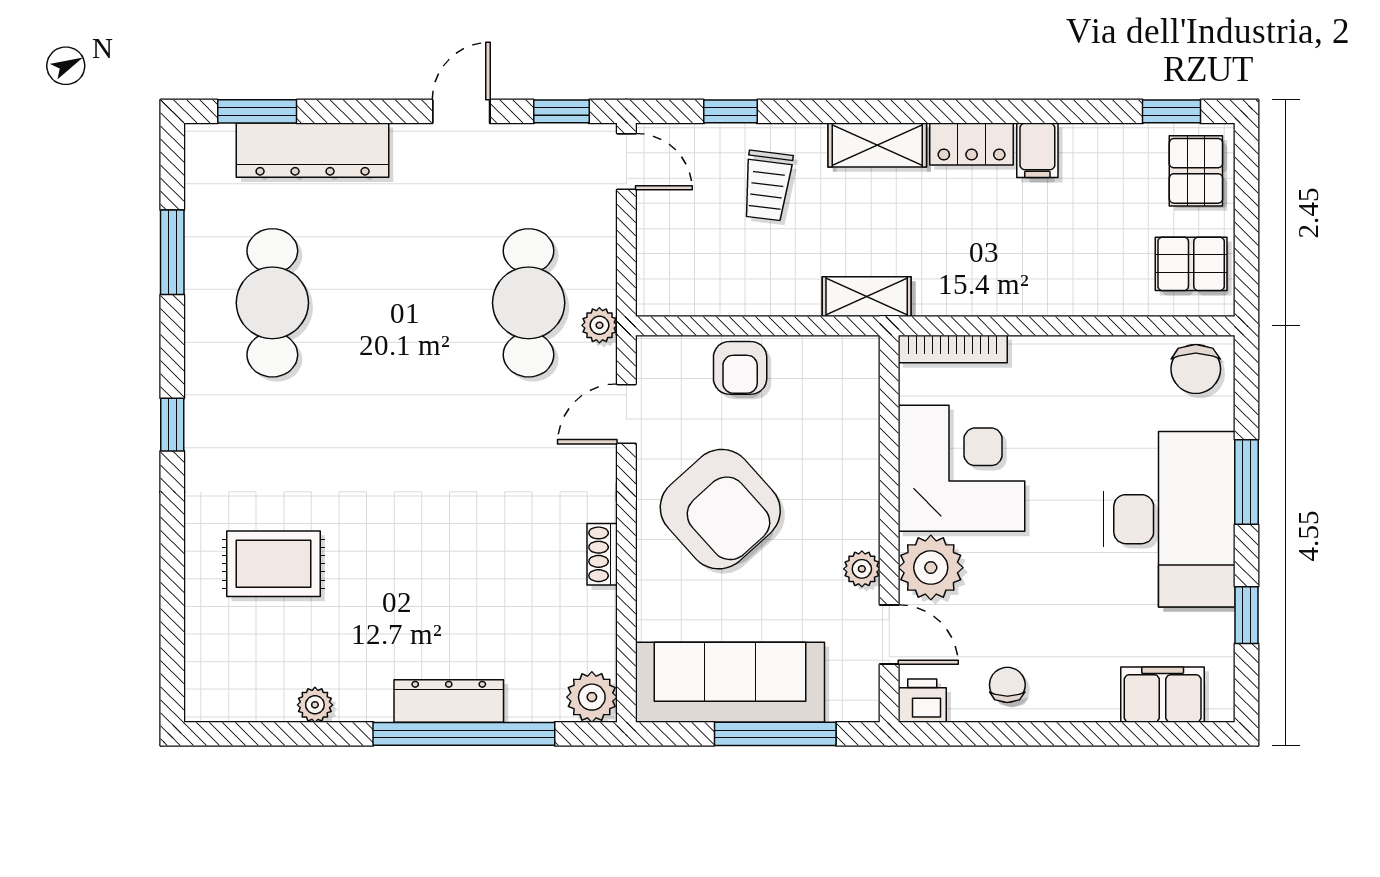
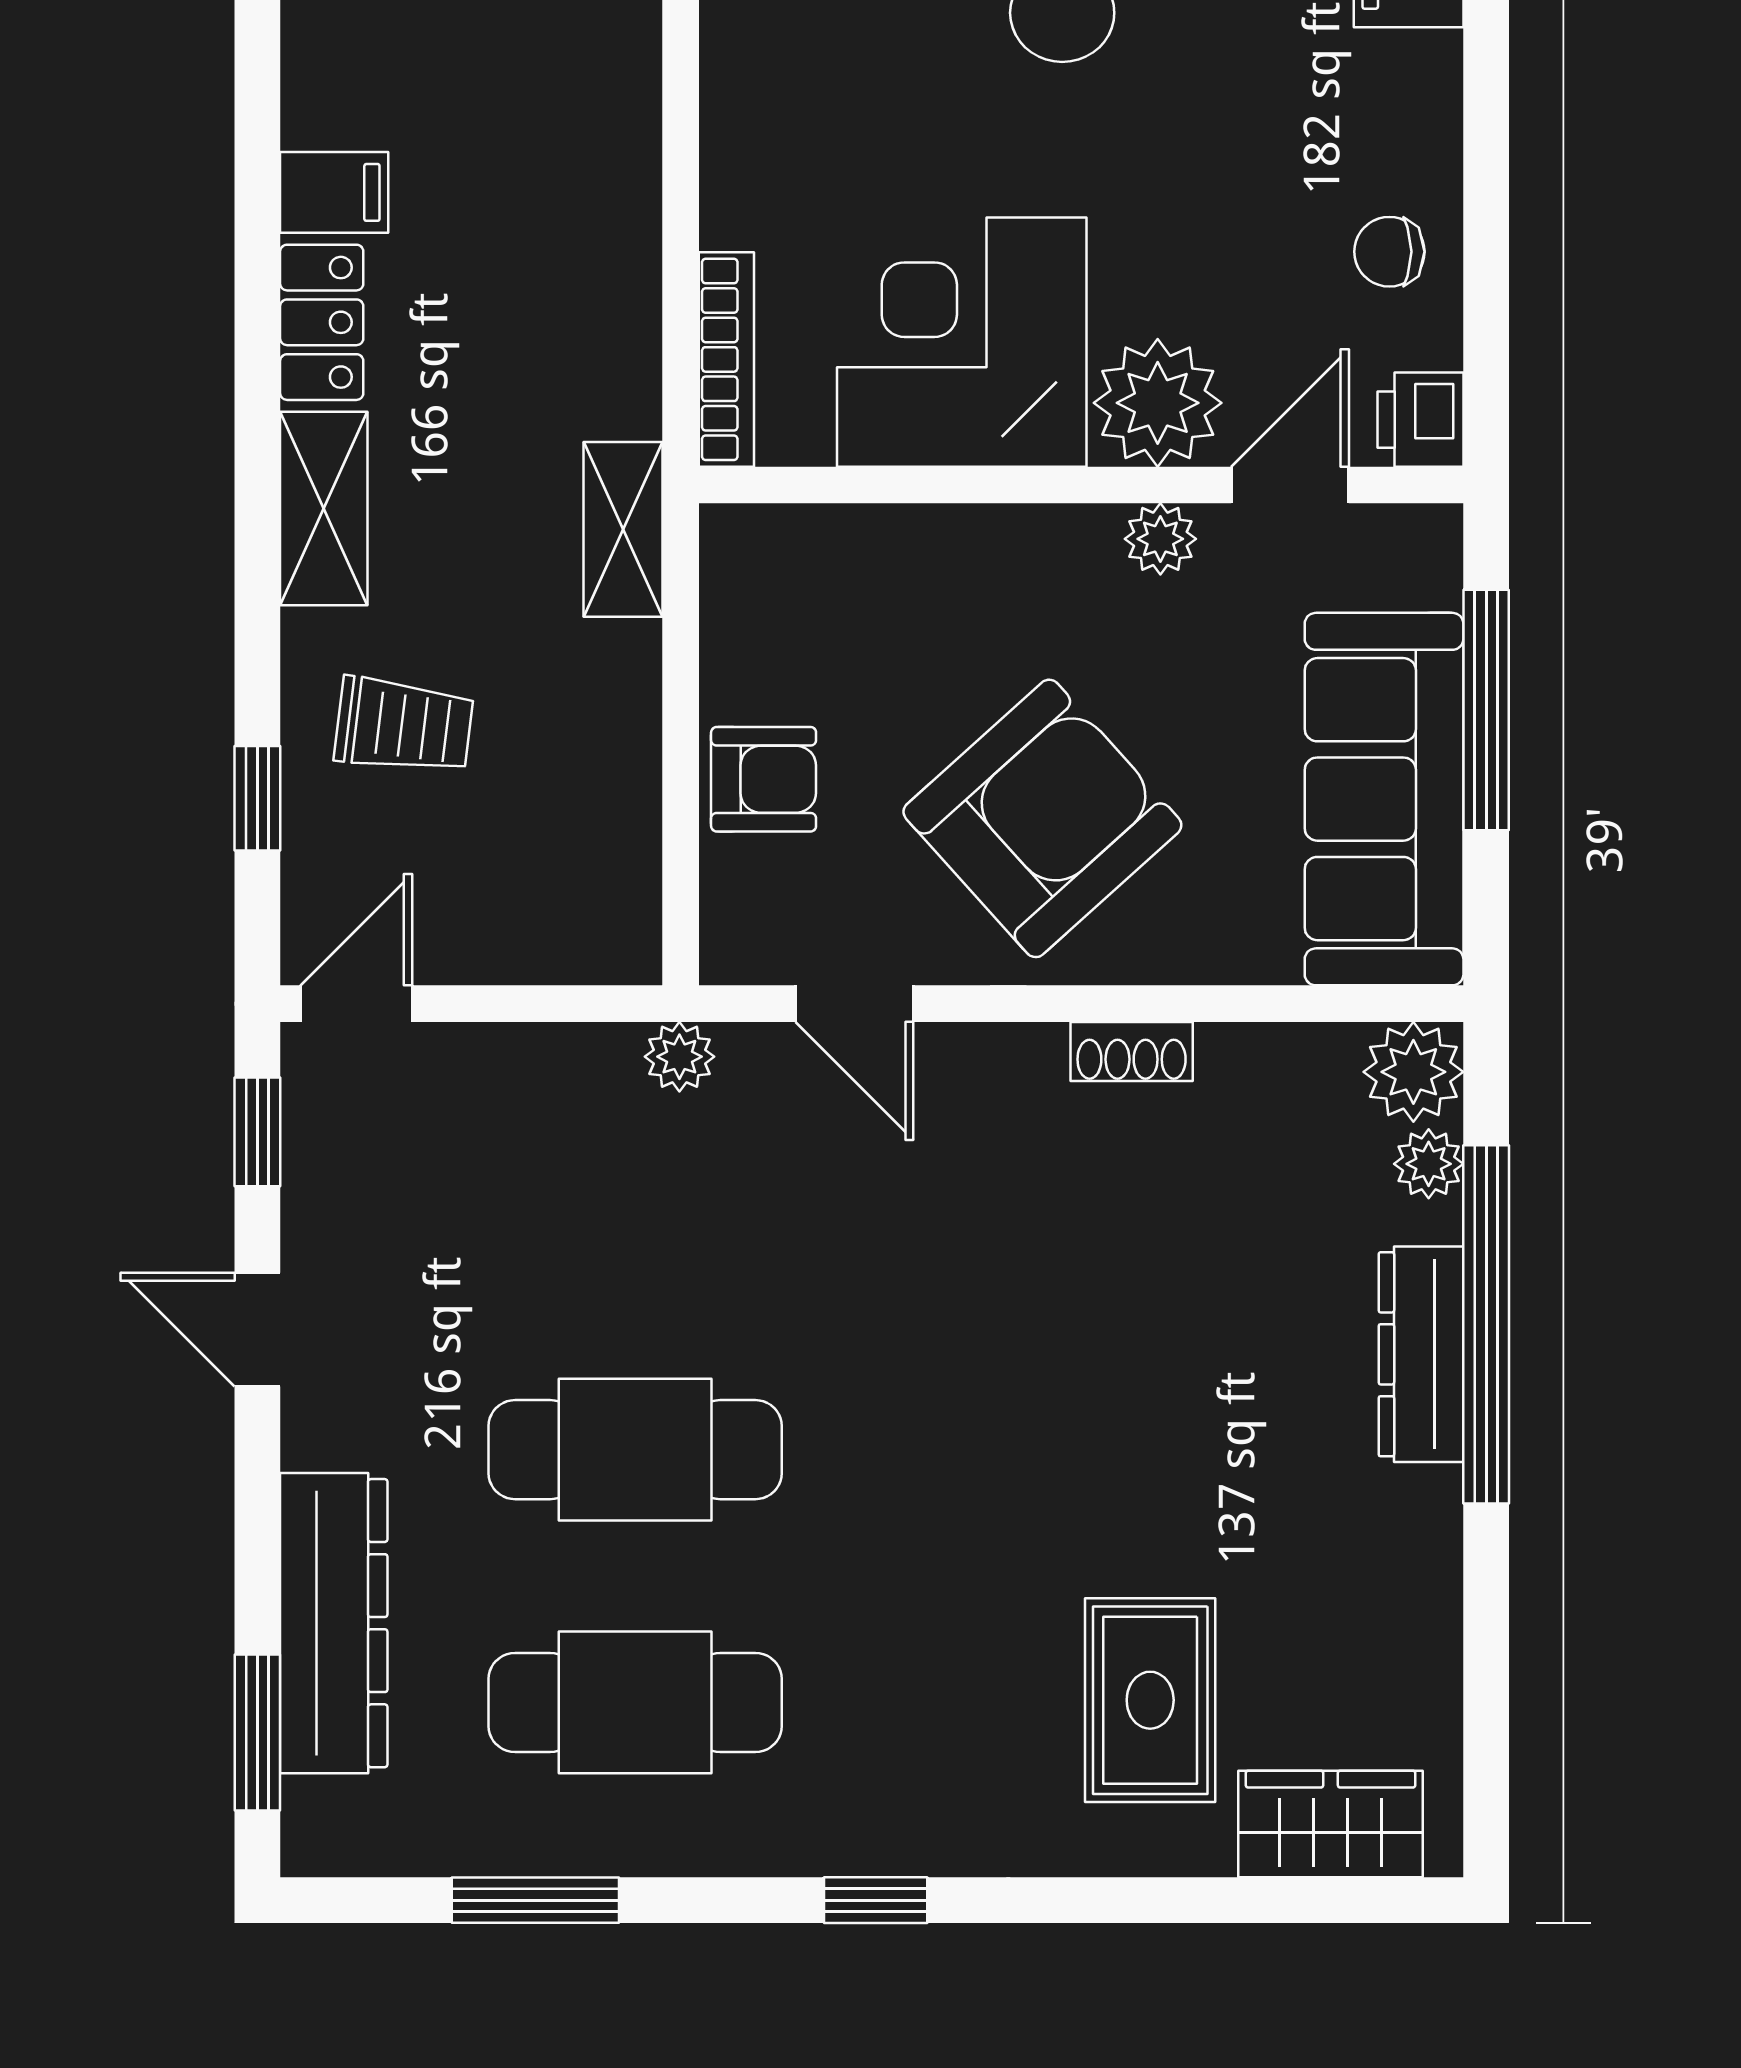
cafe table: (529, 303) -> (635, 1450), moved
wardrobe: (211, 655) -> (1331, 1824), added
plant: (315, 705) -> (1429, 1164), moved

